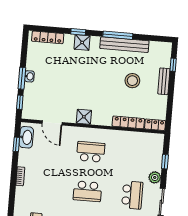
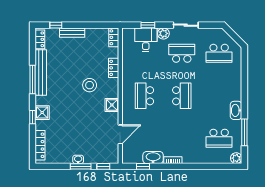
locker: (160, 47) -> (40, 39), added
stool: (132, 81) -> (90, 85), moved
locker: (128, 122) -> (114, 68), width x0.66
washbasin: (26, 137) -> (153, 158), moved
desk: (150, 158) -> (146, 40), added

